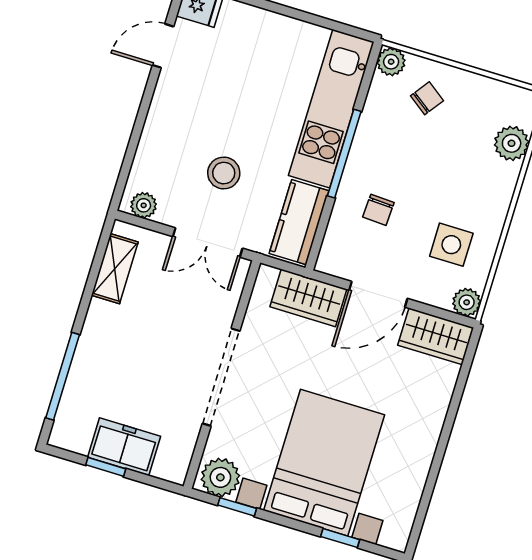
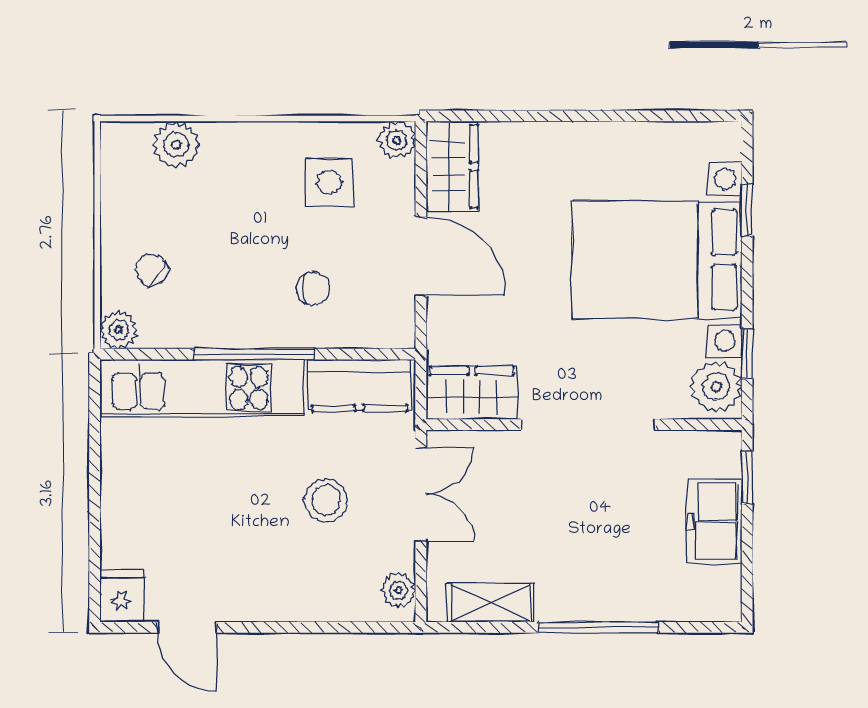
wardrobe: (308, 298) -> (472, 393), moved, turned -90
window: (63, 376) -> (598, 627), moved
window: (106, 467) -> (747, 478), moved

